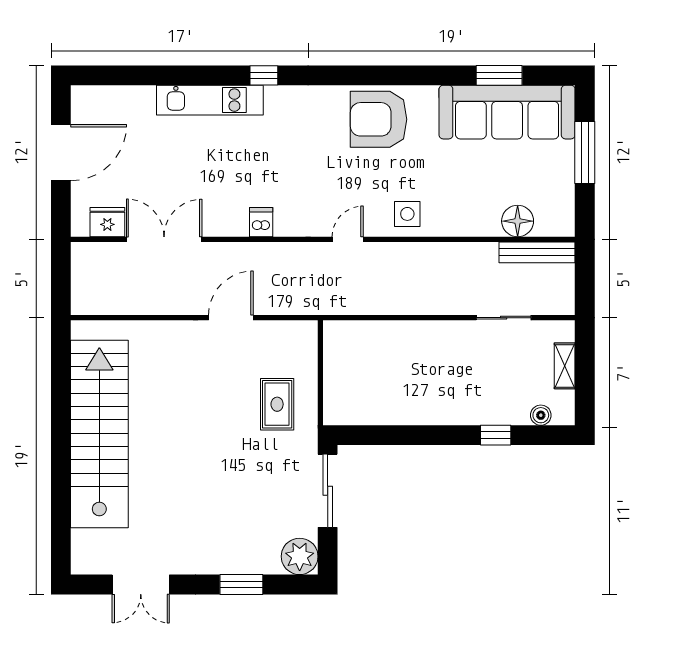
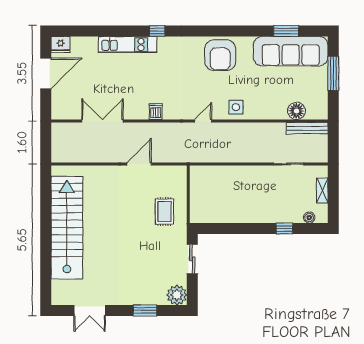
armchair: (379, 119) -> (220, 55), turned -90
fridge: (107, 222) -> (61, 44), moved, turned 180
sliding door: (328, 491) -> (192, 259), width x0.73

